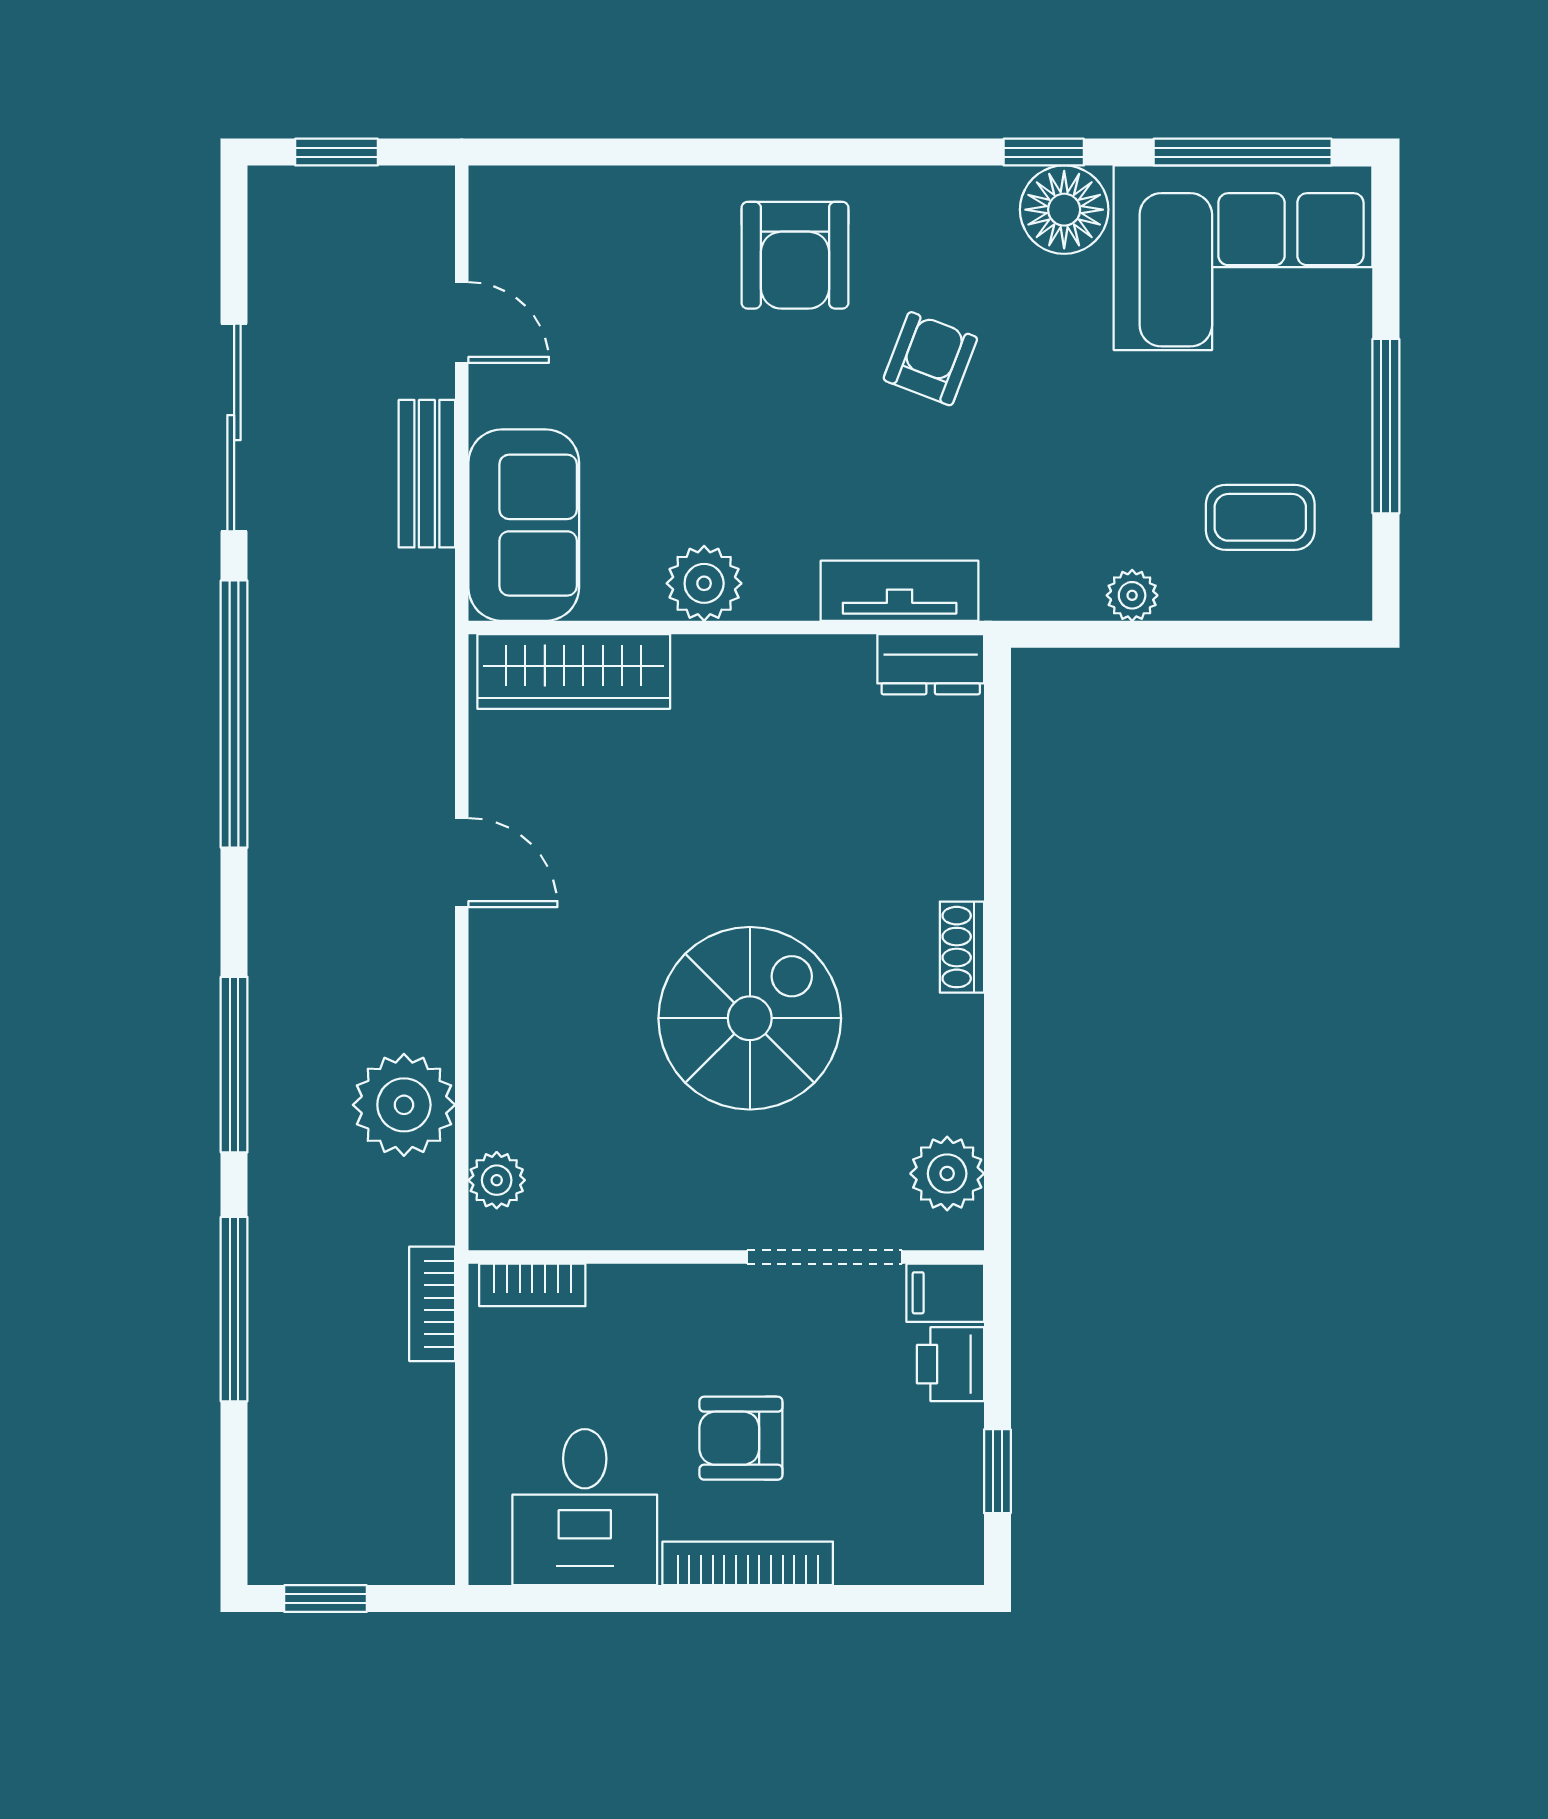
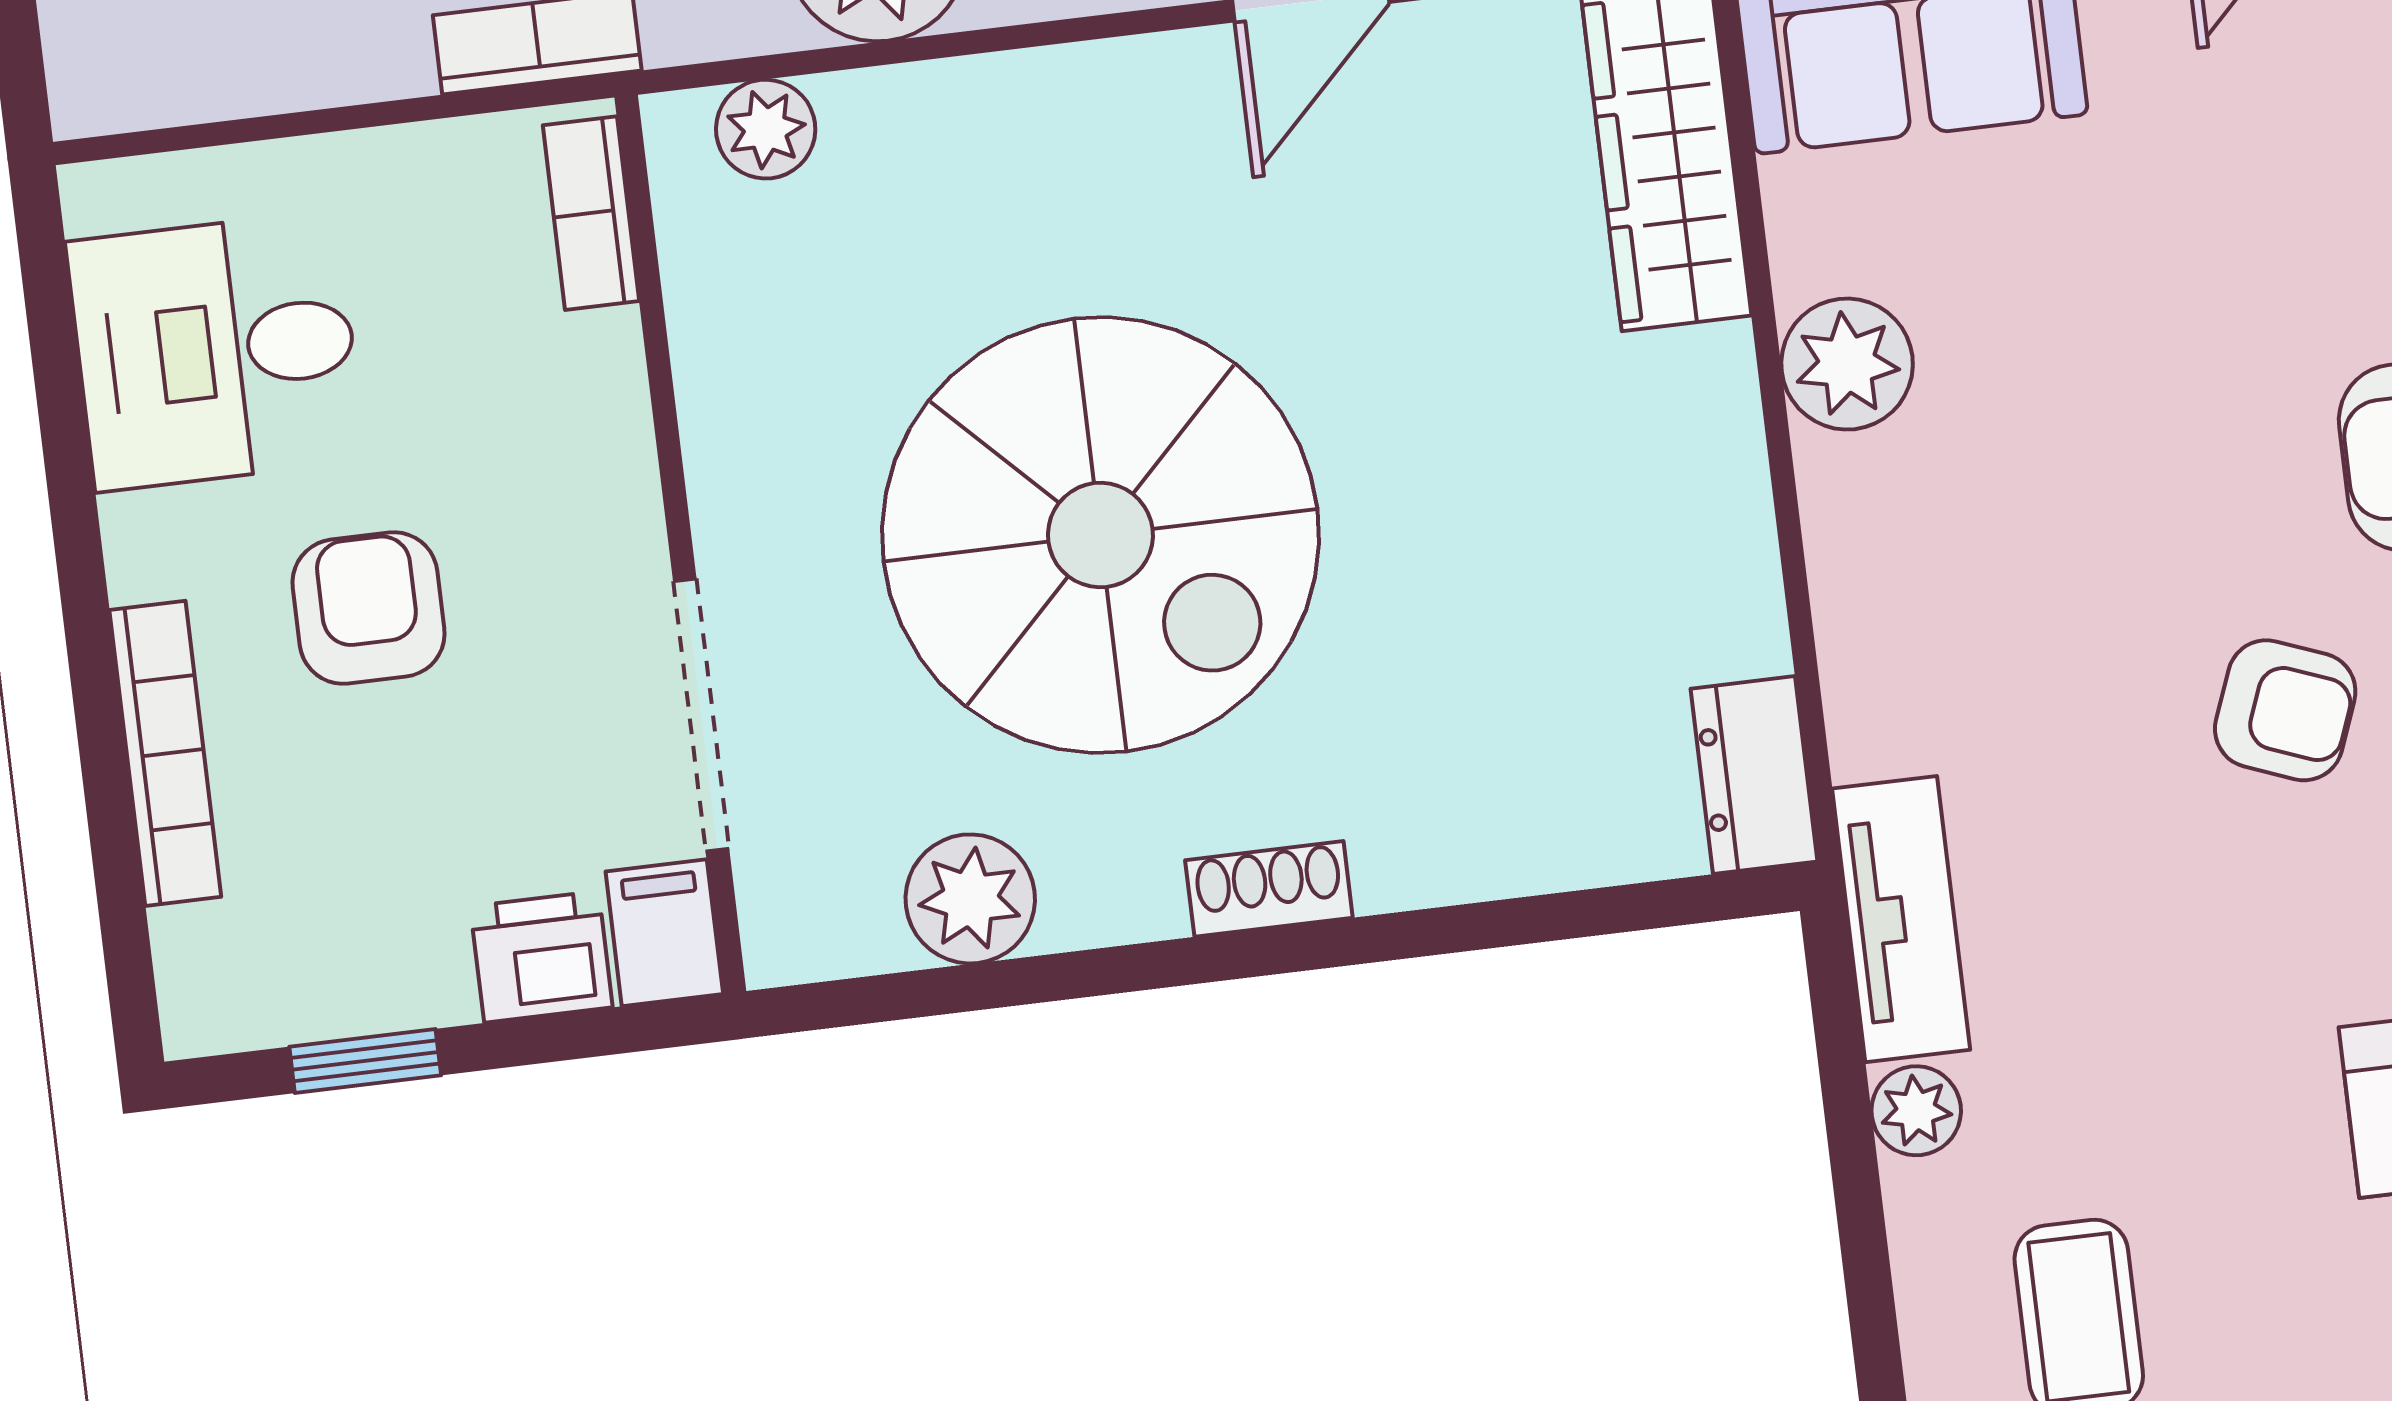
tv unit: (900, 591) -> (1901, 919), moved
spiral stairs: (750, 1018) -> (1100, 535), width x1.37, depth x1.37
plant: (947, 1174) -> (970, 899), moved
bookcase: (748, 1563) -> (165, 753), moved

